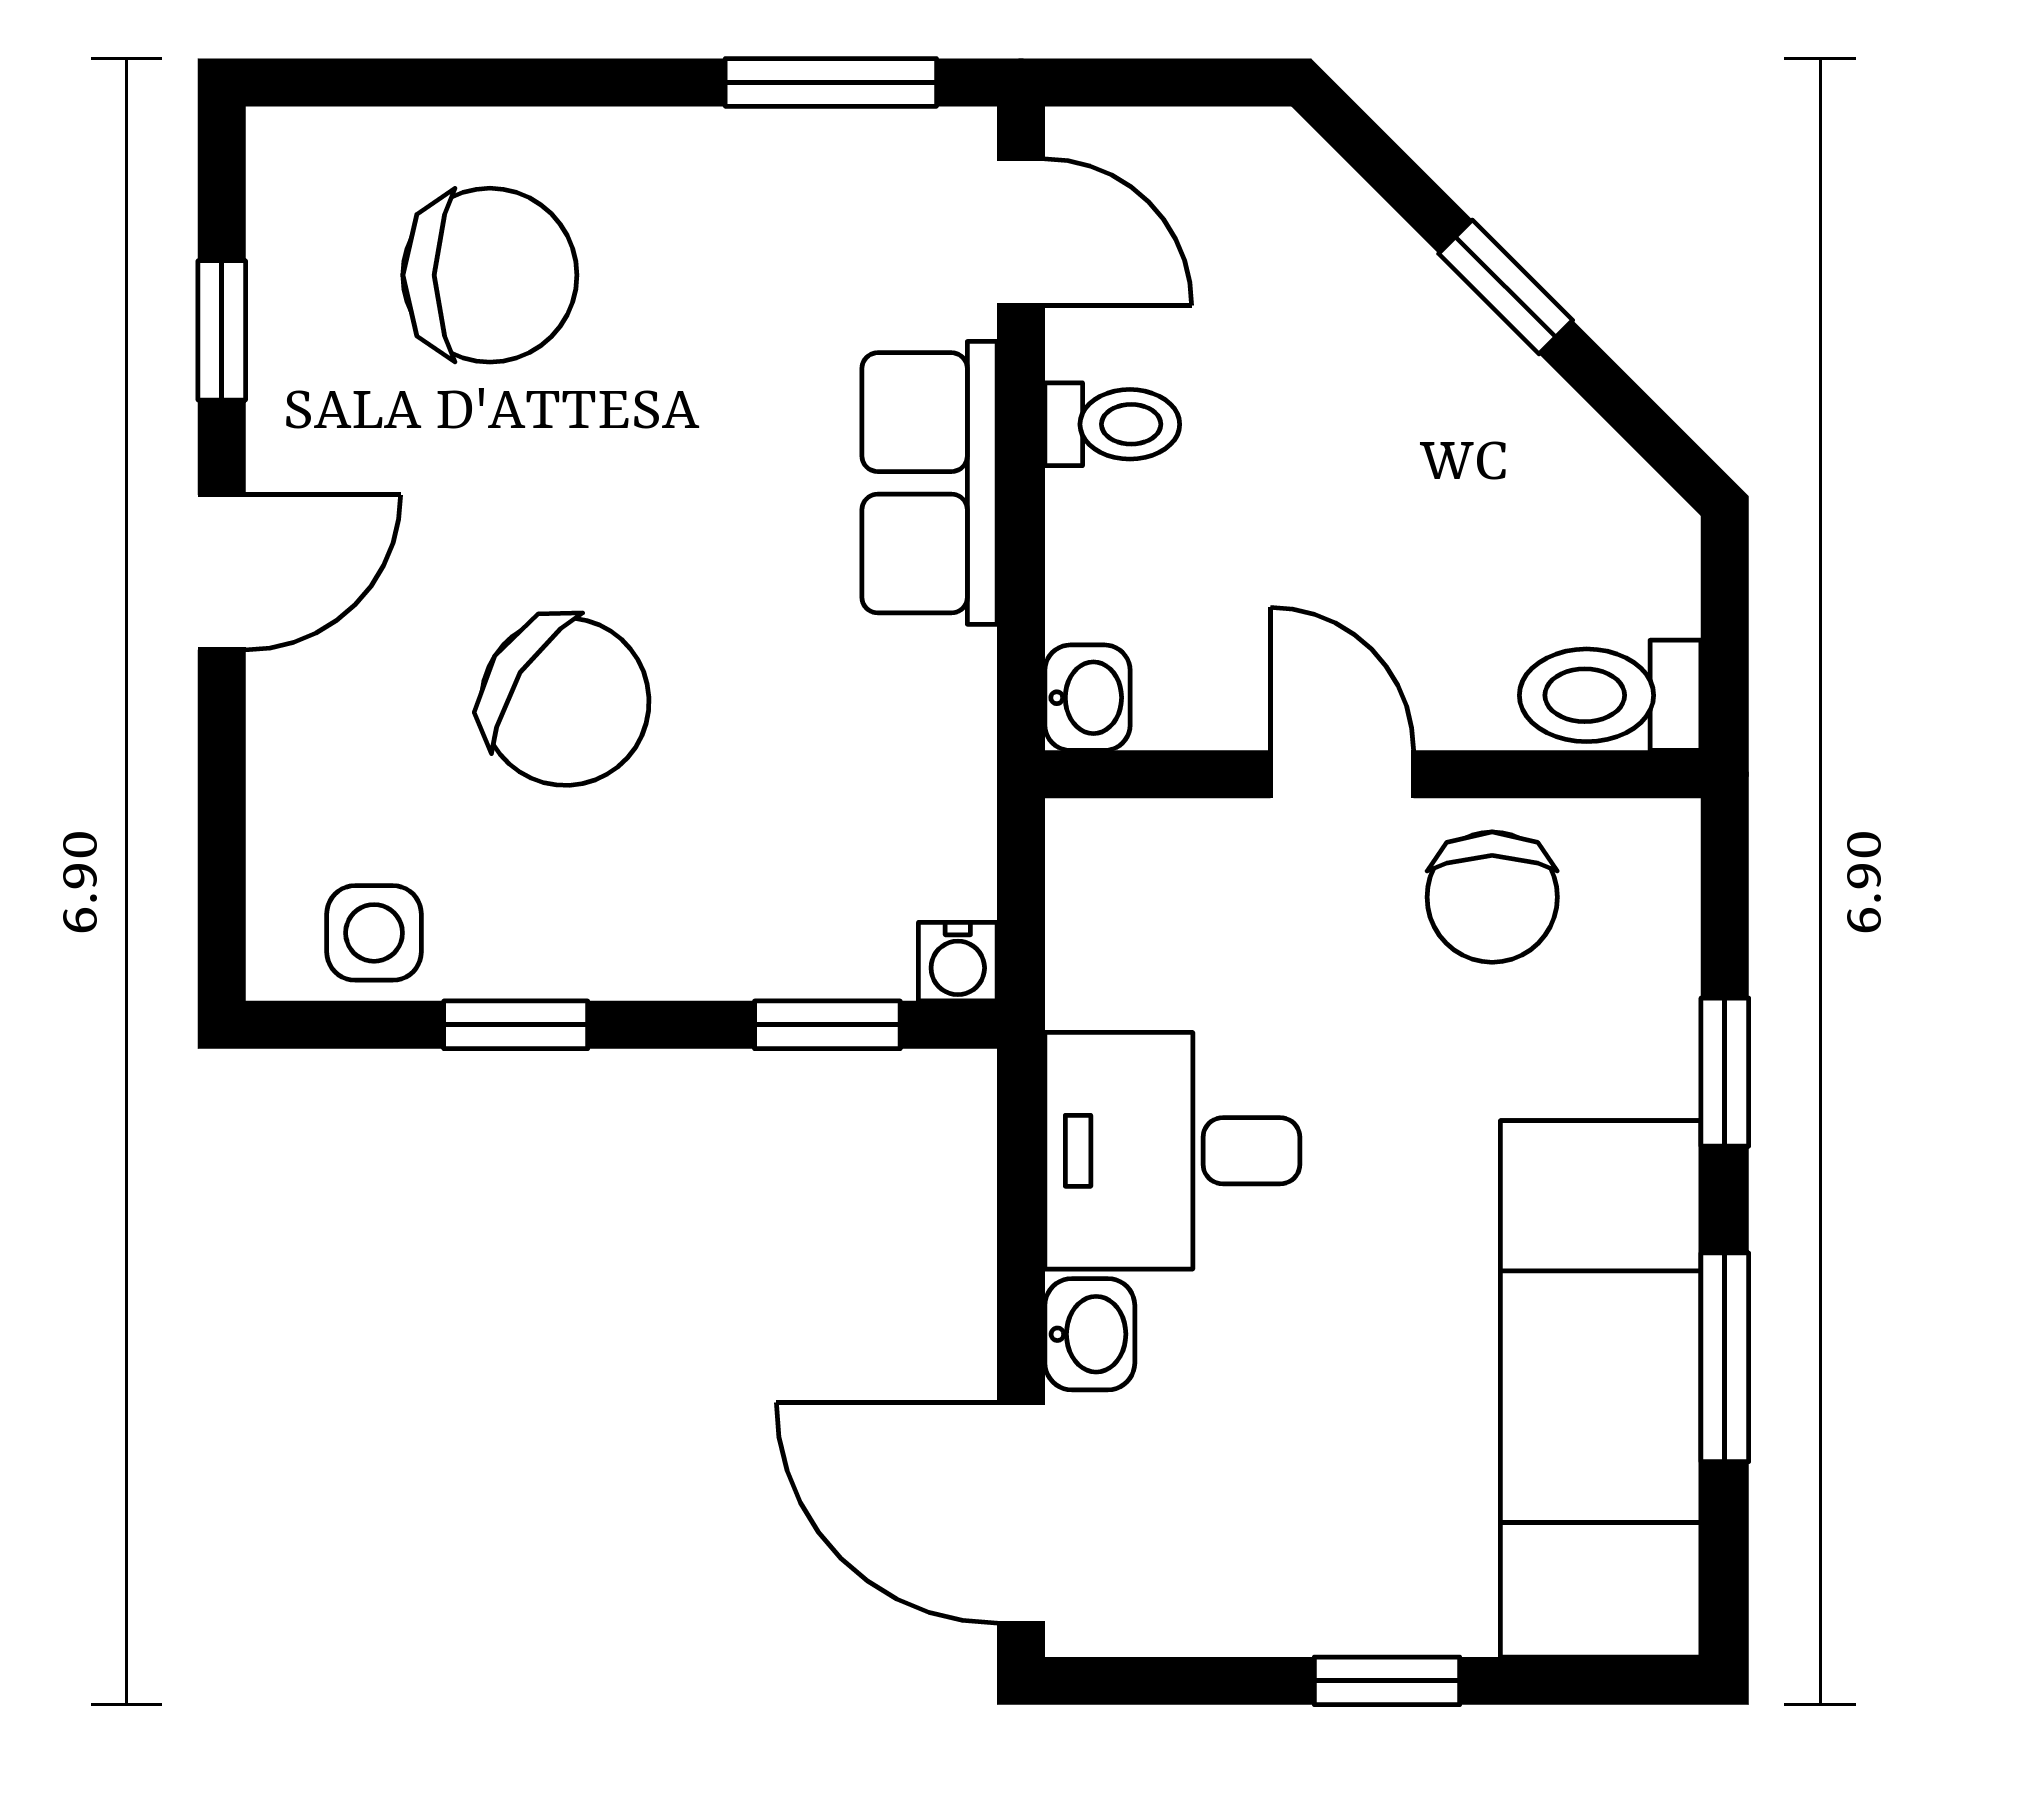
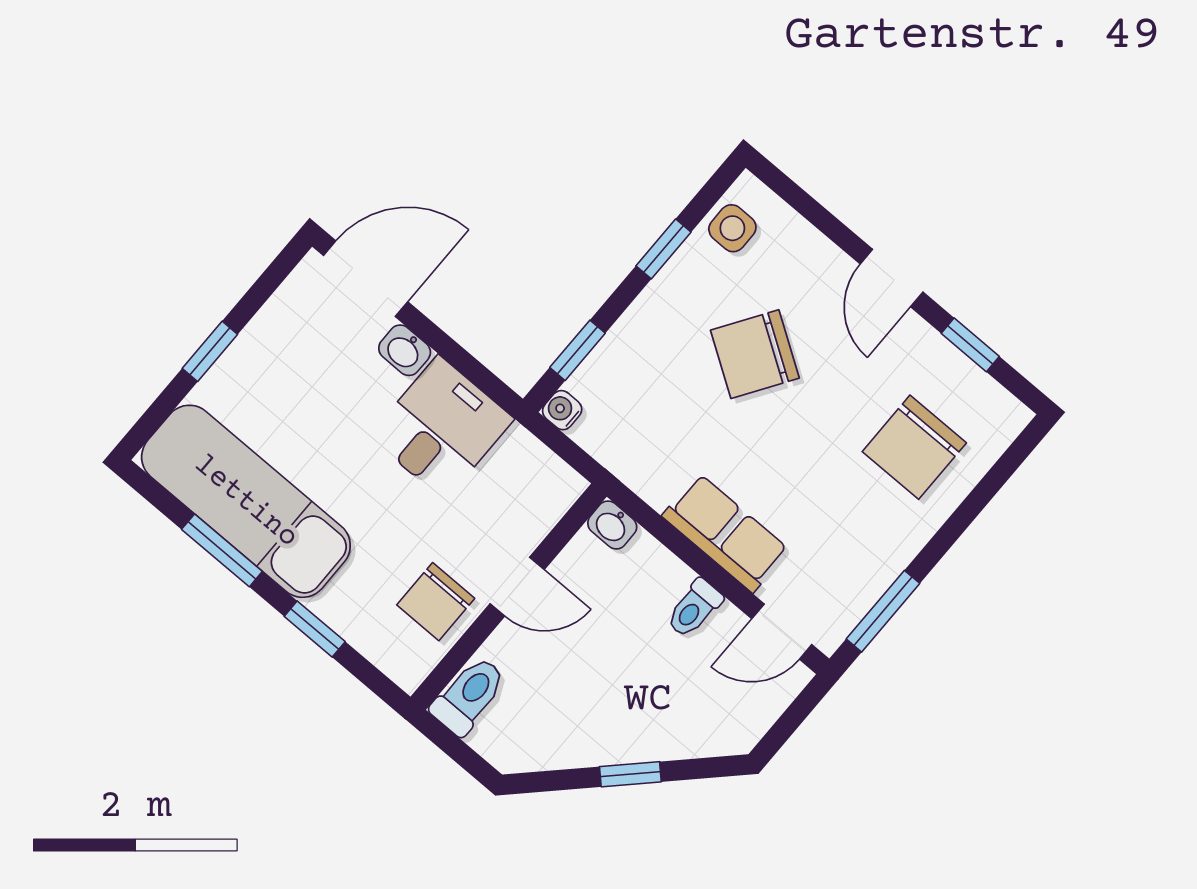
chair: (1492, 897) -> (436, 602), turned -90

